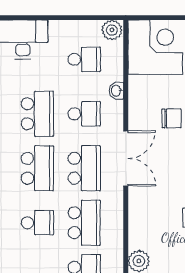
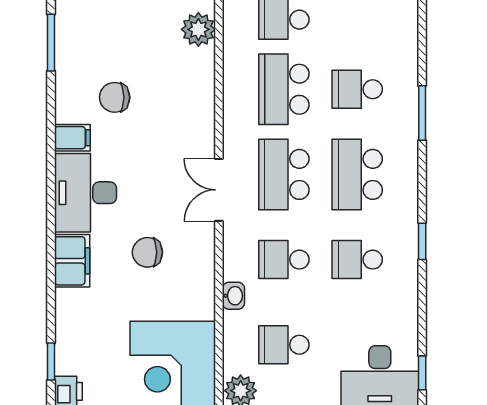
school desk: (37, 114) -> (357, 260), width x0.54
double door: (126, 158) -> (219, 190), width x0.73

